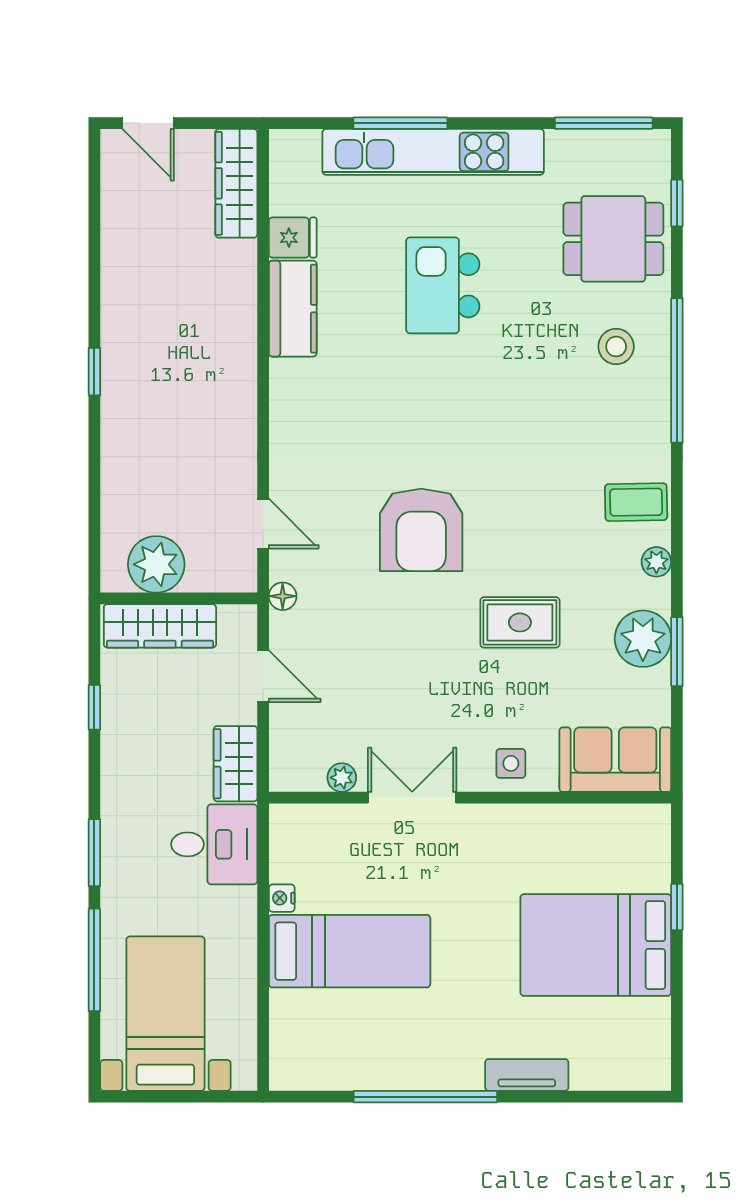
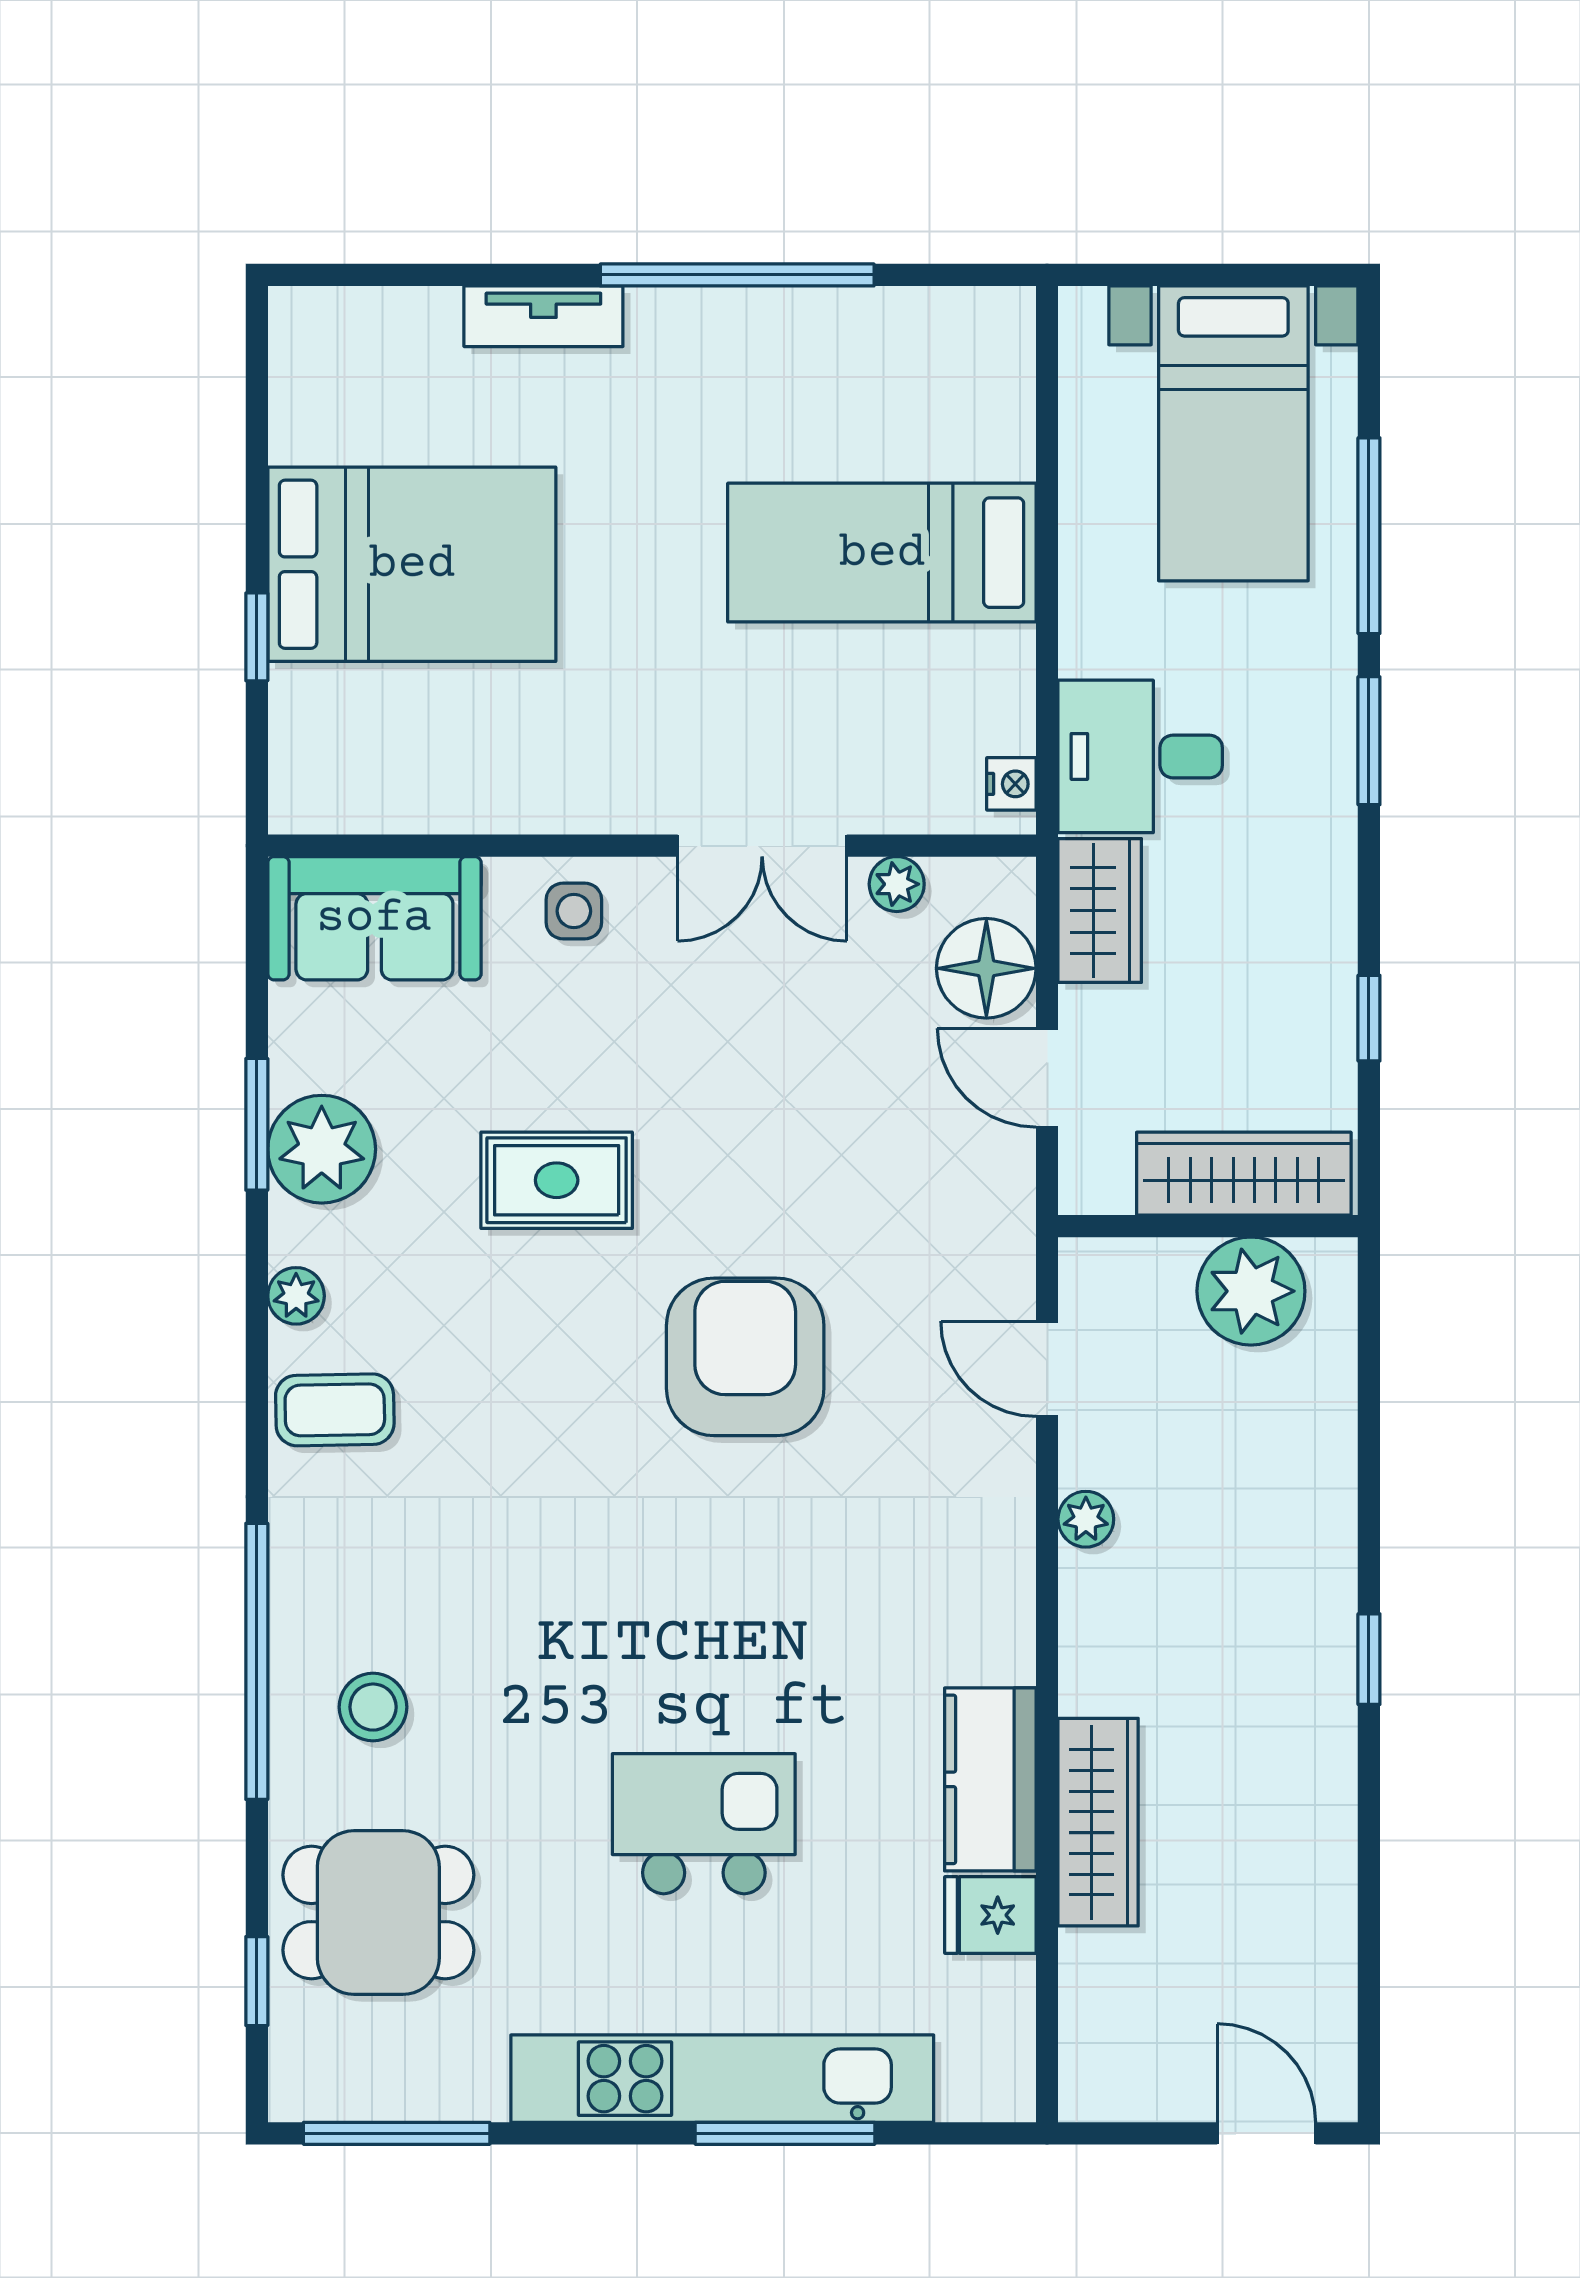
wardrobe: (236, 183) -> (1098, 1822), moved
kitchen island: (443, 285) -> (704, 1824), turned -90
plant: (243, 445) -> (1086, 1519), added
floor lamp: (283, 596) -> (986, 968), moved, width x1.89, depth x1.89
nightstand: (282, 898) -> (1011, 784), moved

